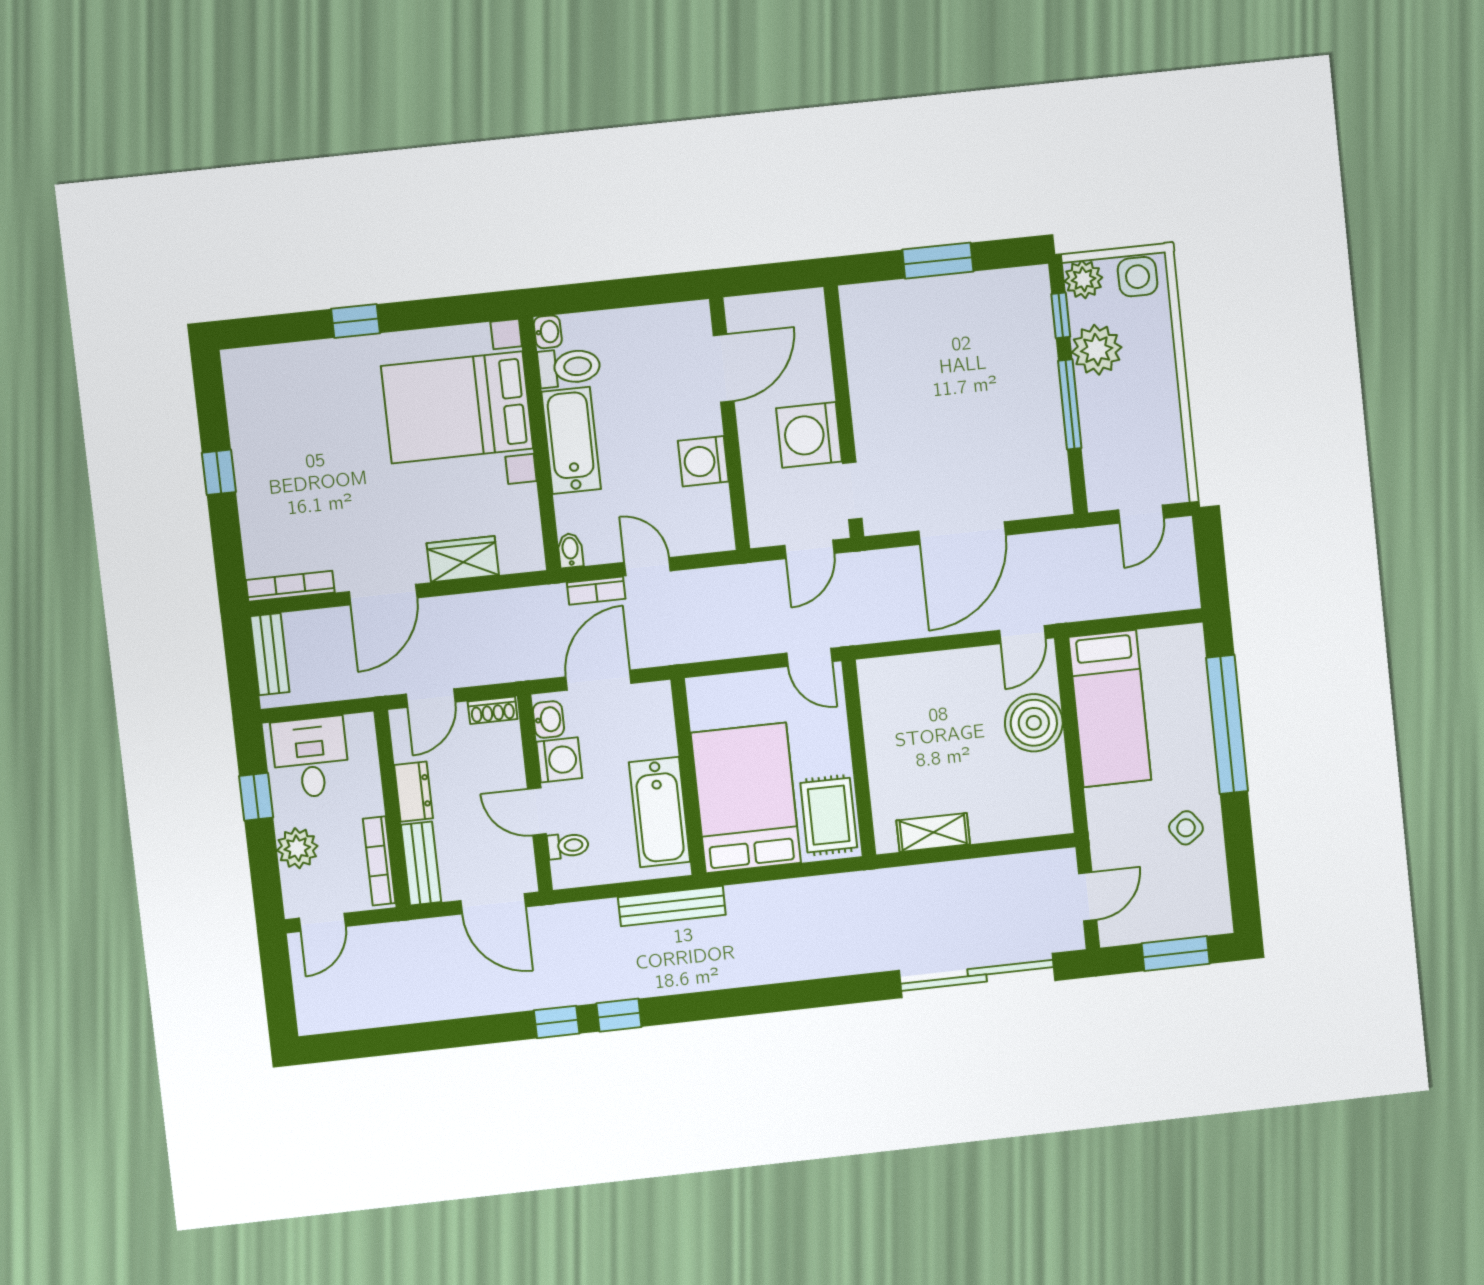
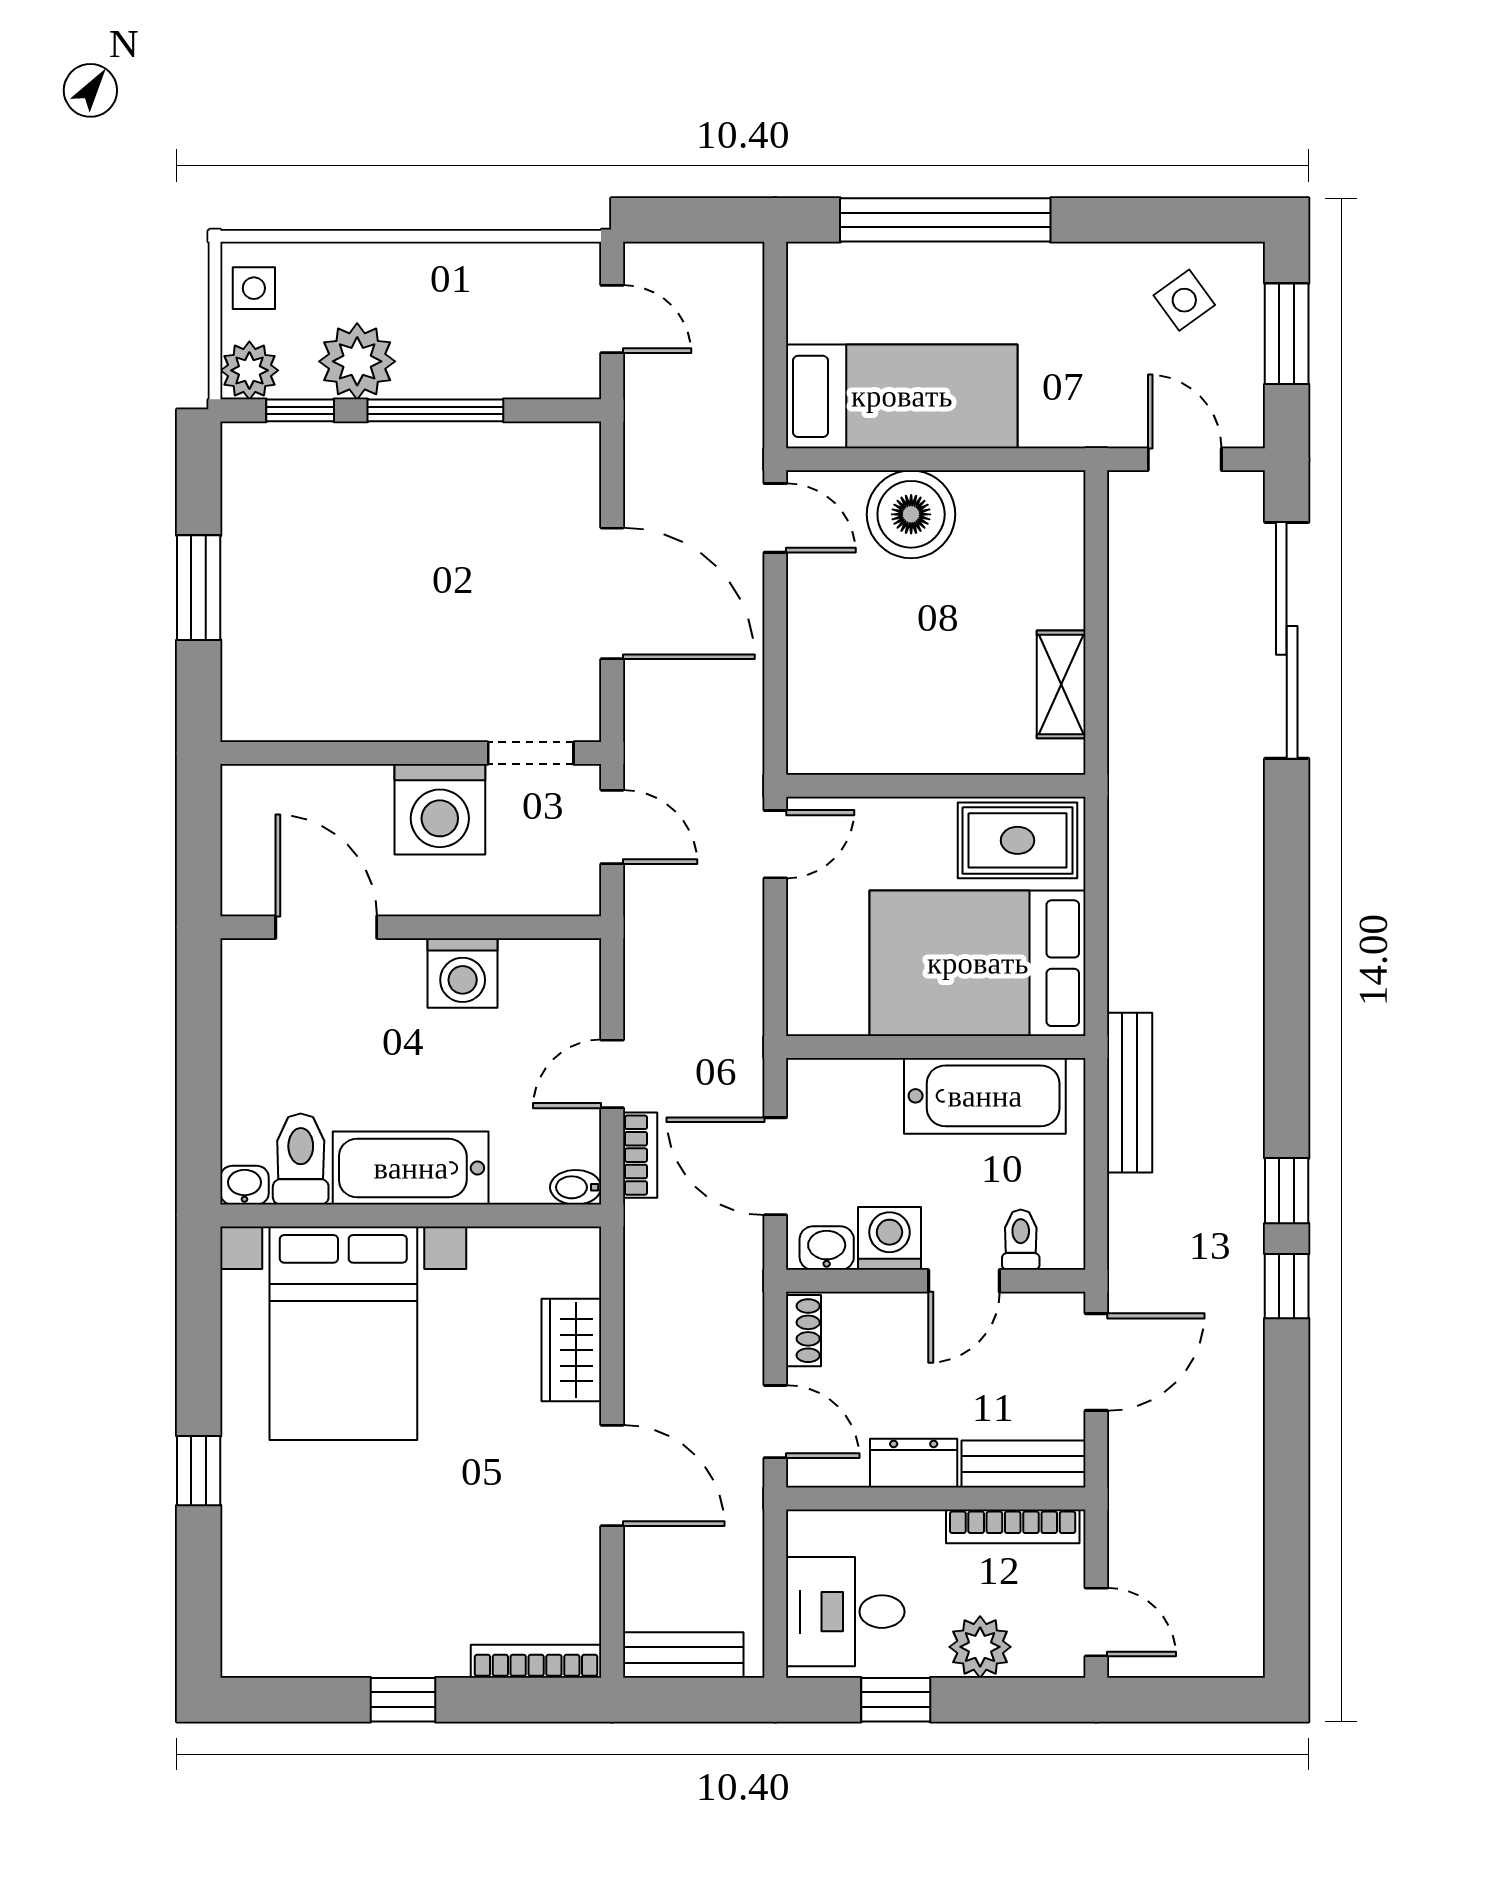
side table: (1138, 277) -> (254, 288), width x0.73, depth x0.73
bookcase: (290, 586) -> (536, 1661), moved, turned 90
side table: (1186, 828) -> (1184, 300), moved

